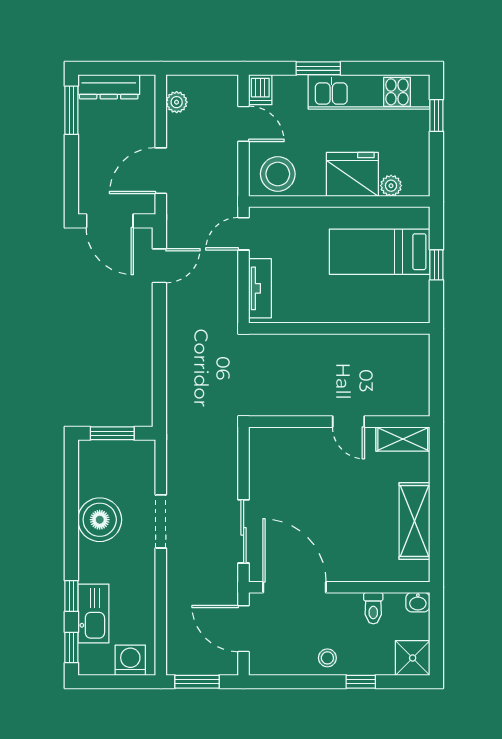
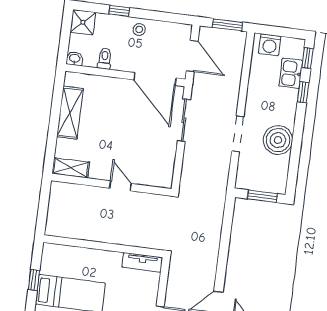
tv unit: (260, 288) -> (142, 262), moved, turned -90
door: (348, 422) -> (120, 186), moved
kitchen sink: (93, 613) -> (291, 73), width x0.73

